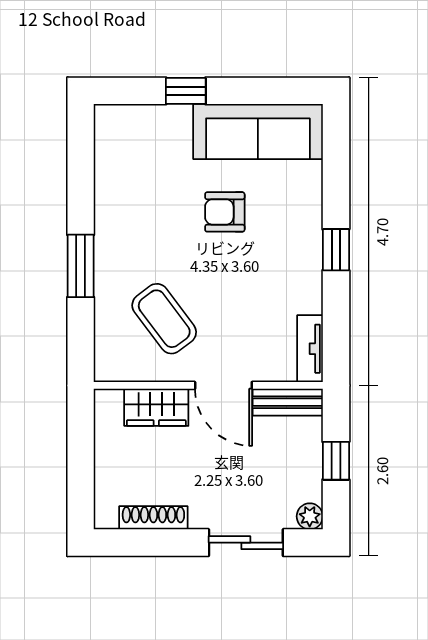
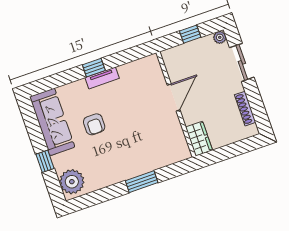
plant: (128, 130) -> (72, 182), added
coffee table: (164, 319) -> (152, 135), removed
tv unit: (310, 349) -> (102, 78), moved
bench: (288, 402) -> (171, 65), removed
wardrobe: (156, 407) -> (199, 139), moved

